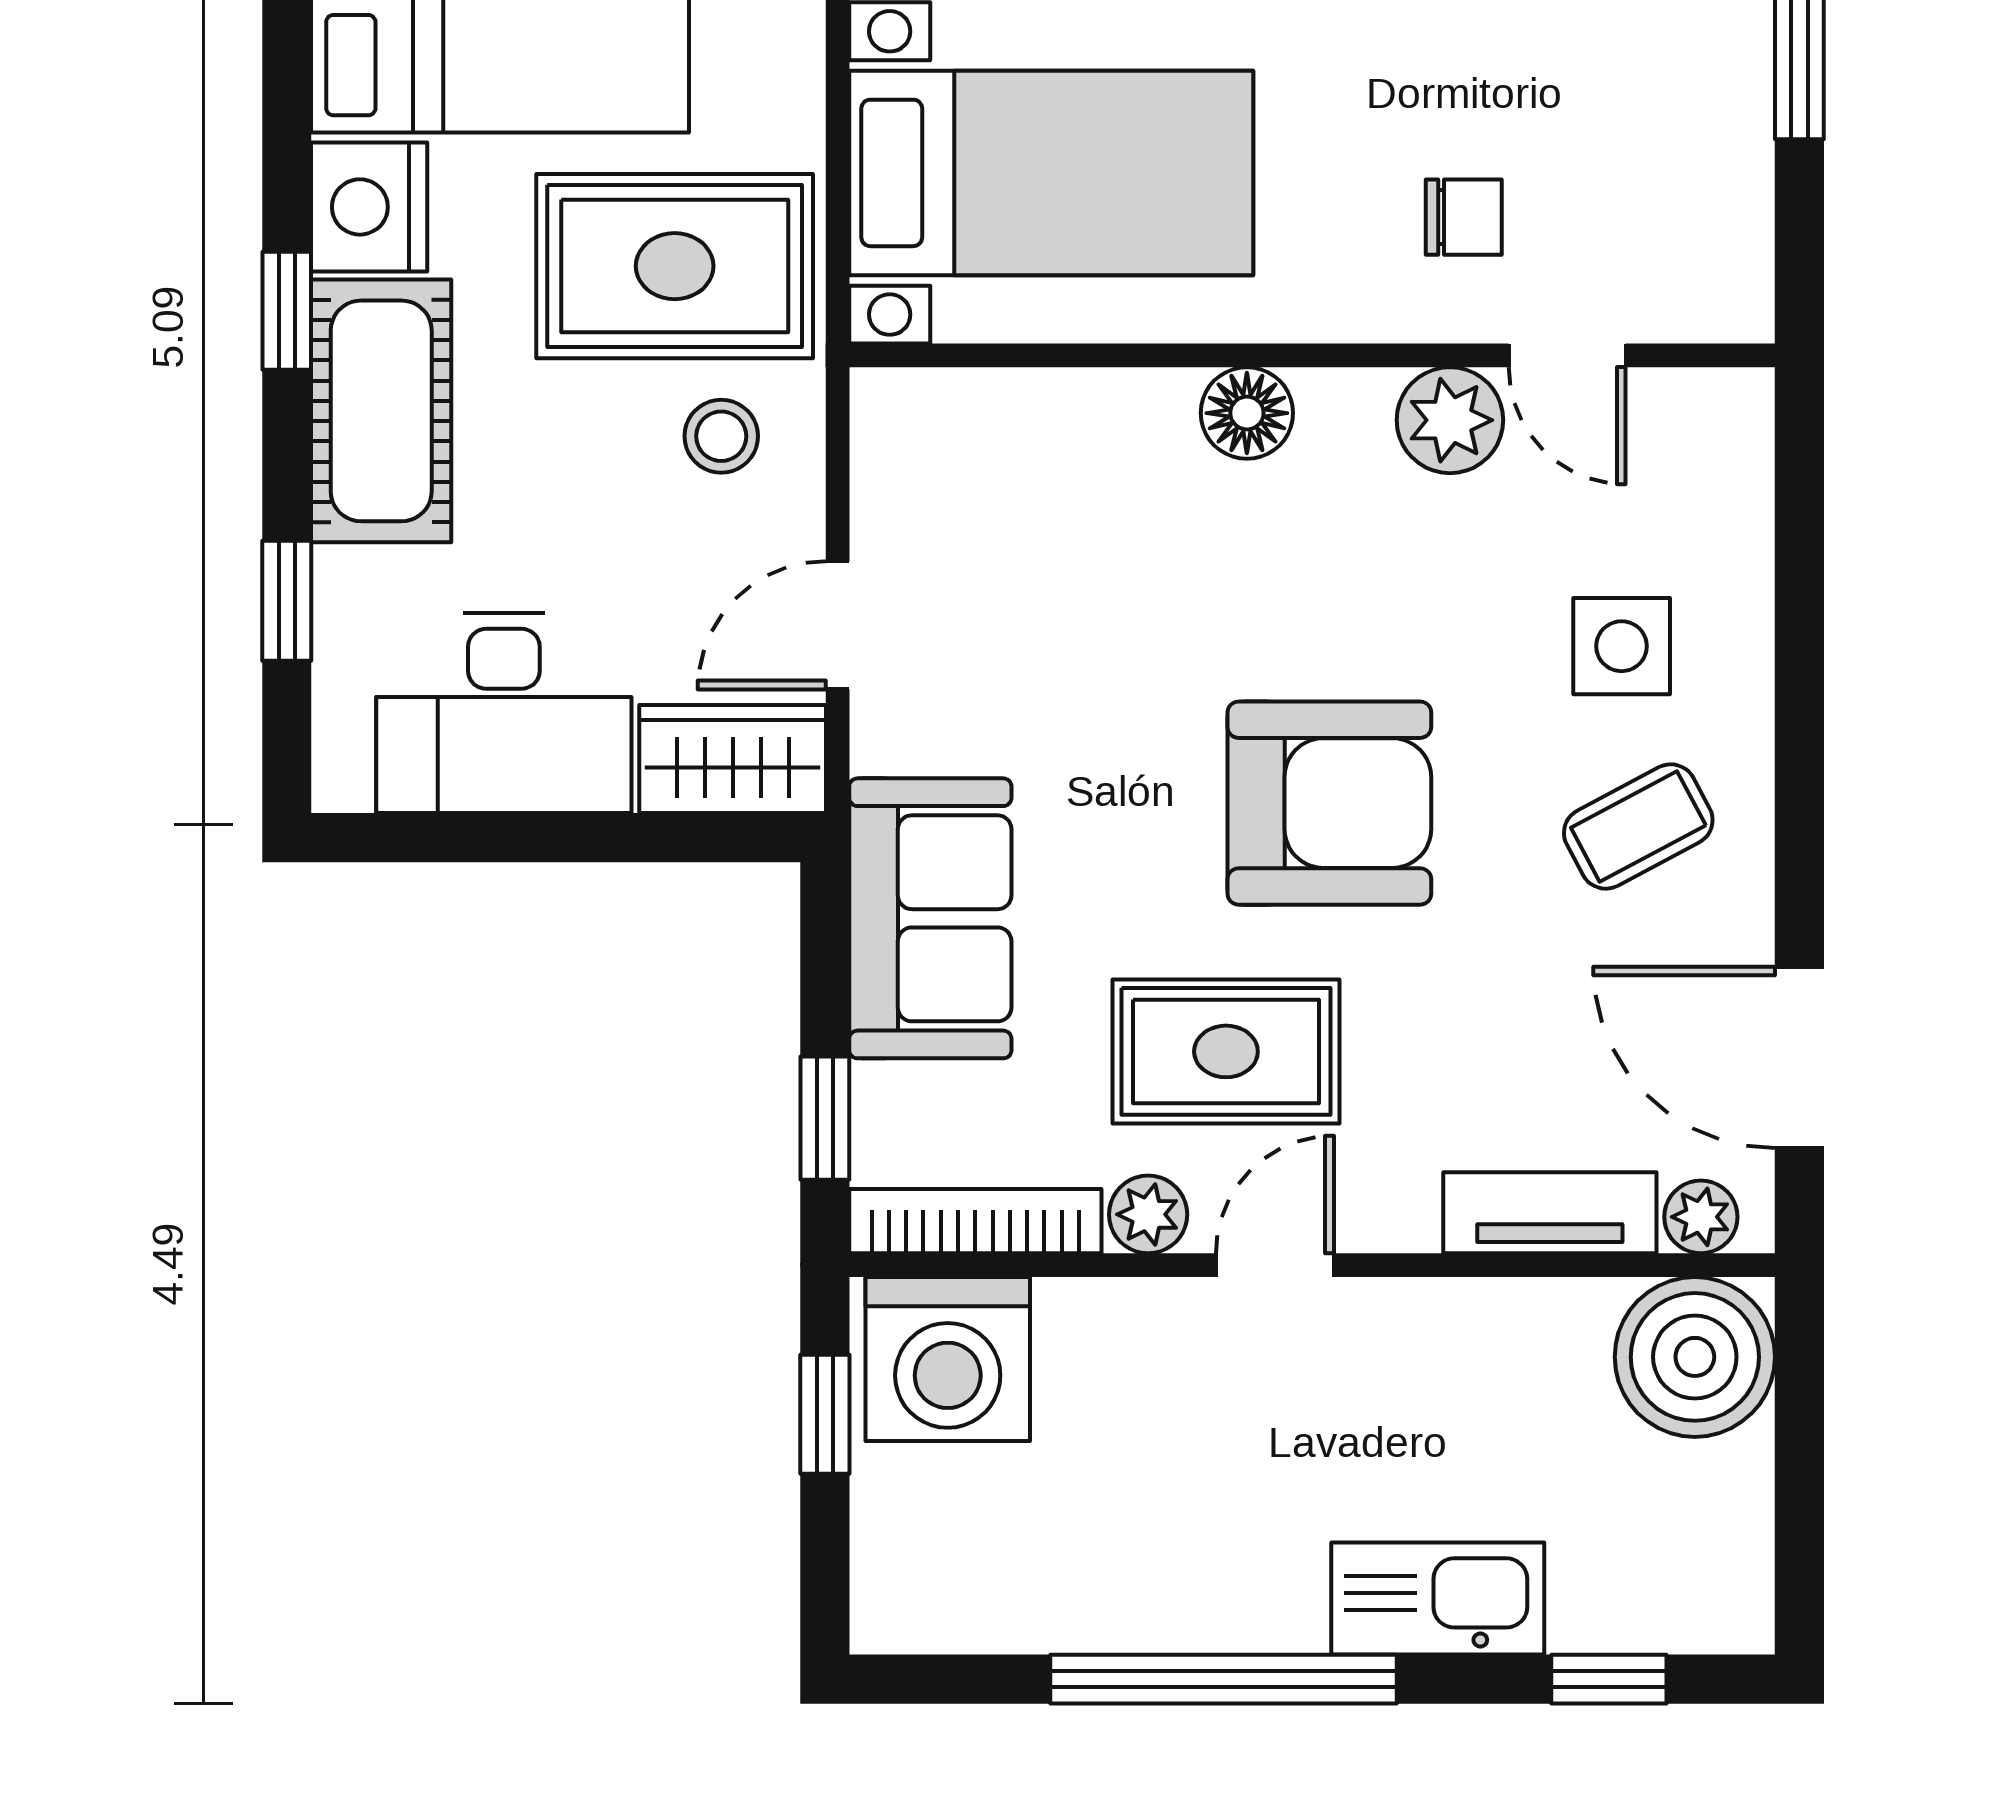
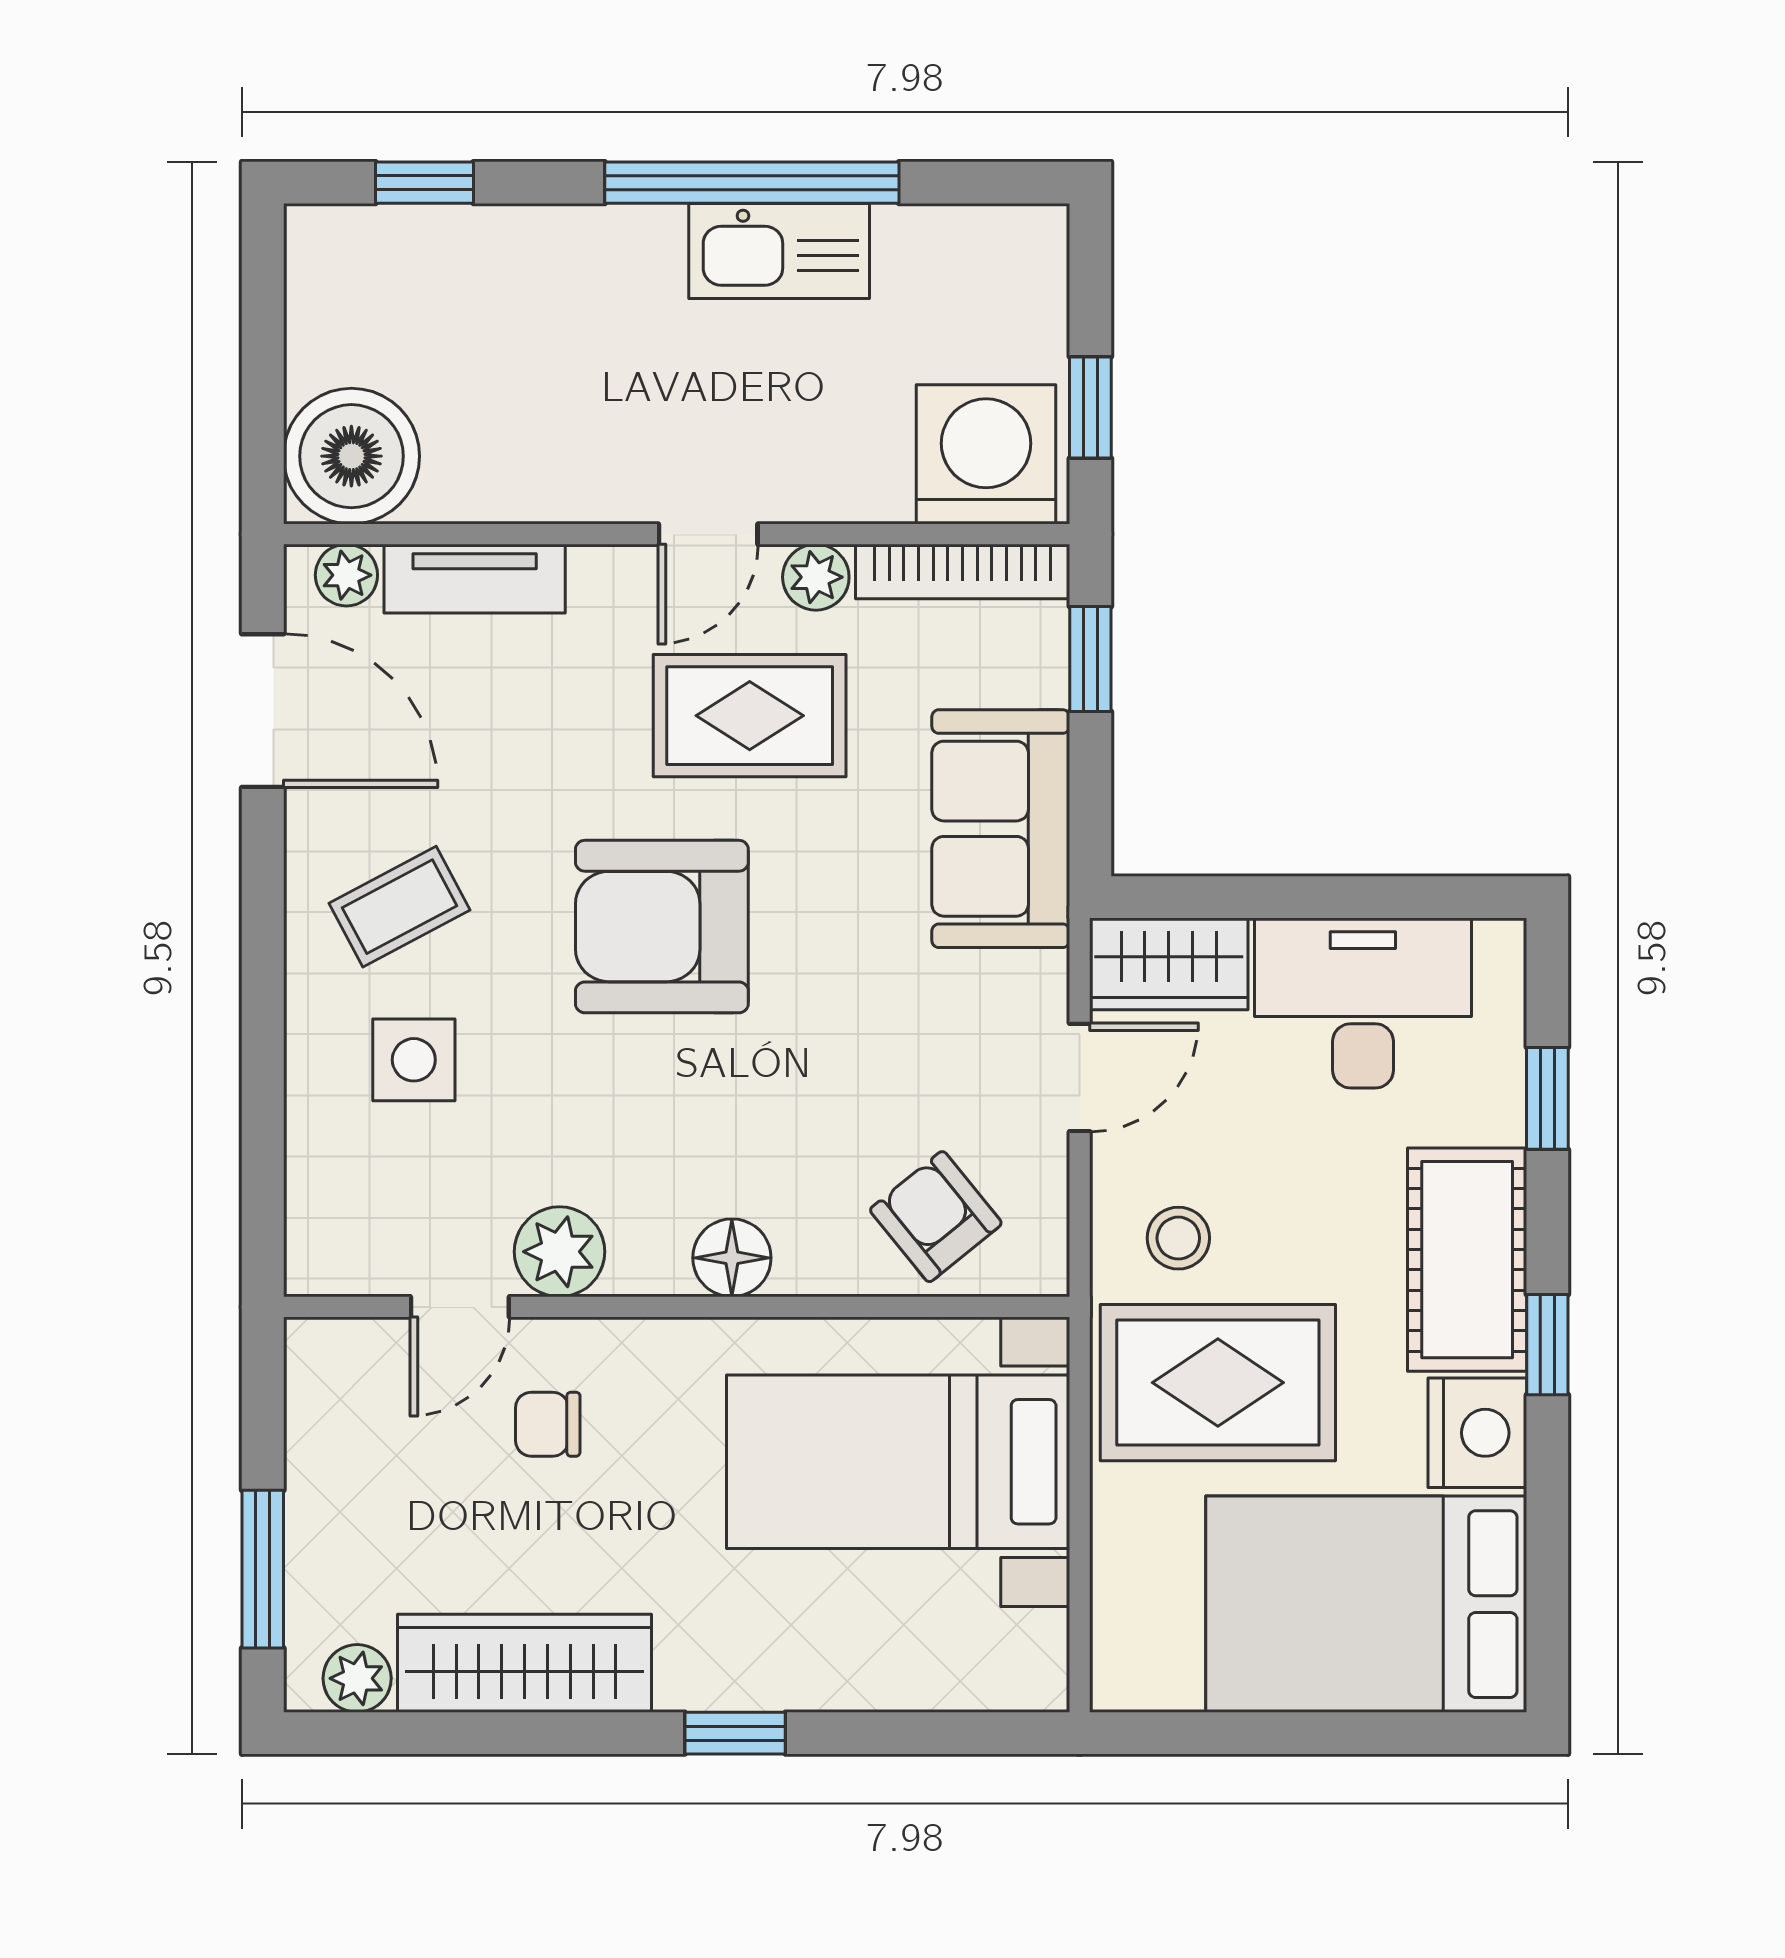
door: (1567, 355) -> (460, 1307), swing flipped
armchair: (1007, 462) -> (936, 1217), added
kitchen sink: (1438, 1599) -> (779, 251), moved

